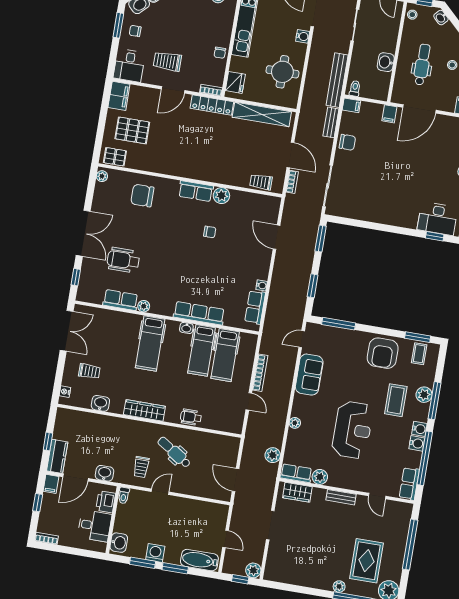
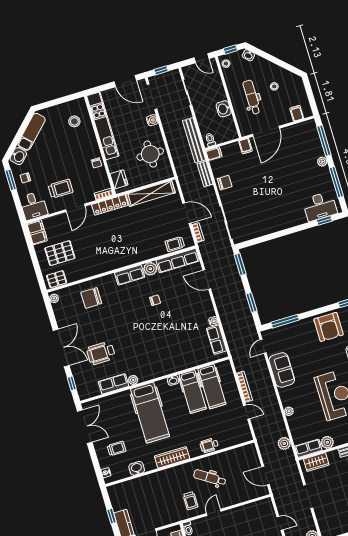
trolley: (167, 61) -> (61, 189), turned 180
row of seats: (199, 313) -> (178, 261), moved, turned 180
hospital bed: (150, 344) -> (150, 413), width x1.37, depth x1.29
washbasin: (105, 473) -> (165, 519), removed

